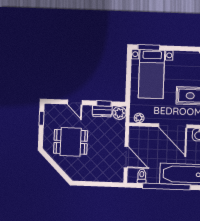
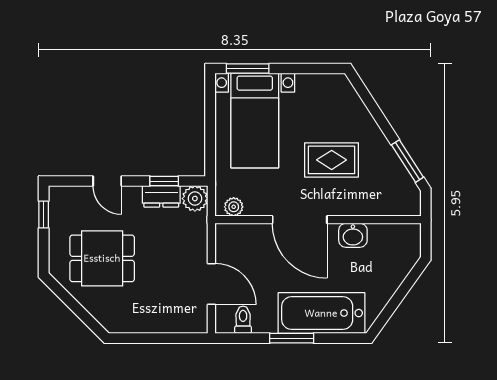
window: (166, 187) -> (292, 338), width x0.47

